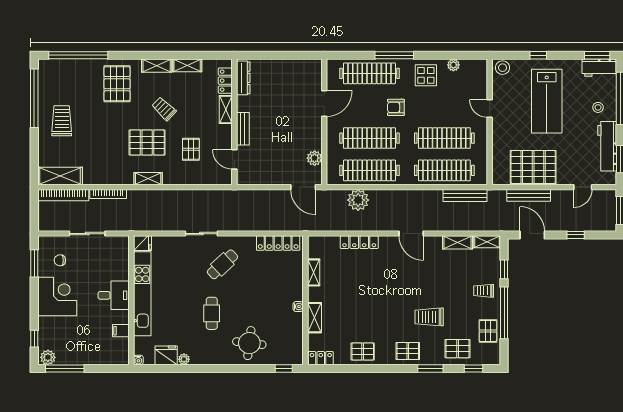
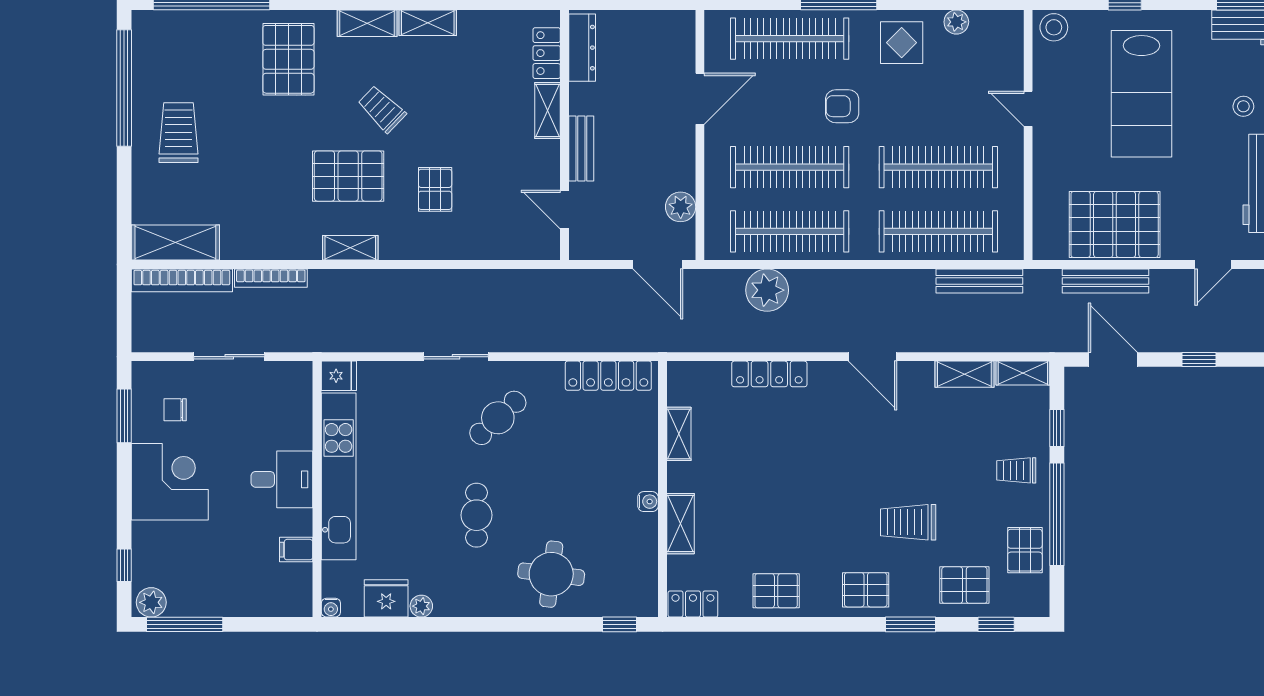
dresser: (243, 78) -> (582, 48), moved
locker: (225, 81) -> (547, 53), moved
shelving: (226, 110) -> (548, 110), moved
wall: (234, 122) -> (565, 135), moved
bench: (243, 129) -> (581, 149), moved
door: (234, 159) -> (565, 209), moved

